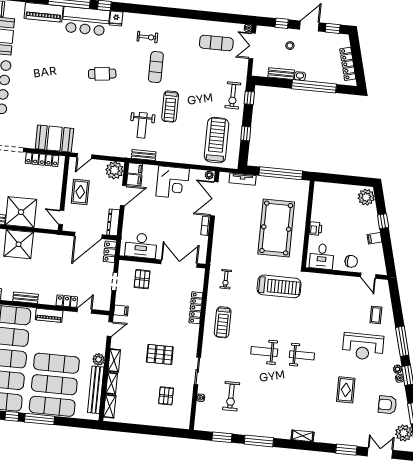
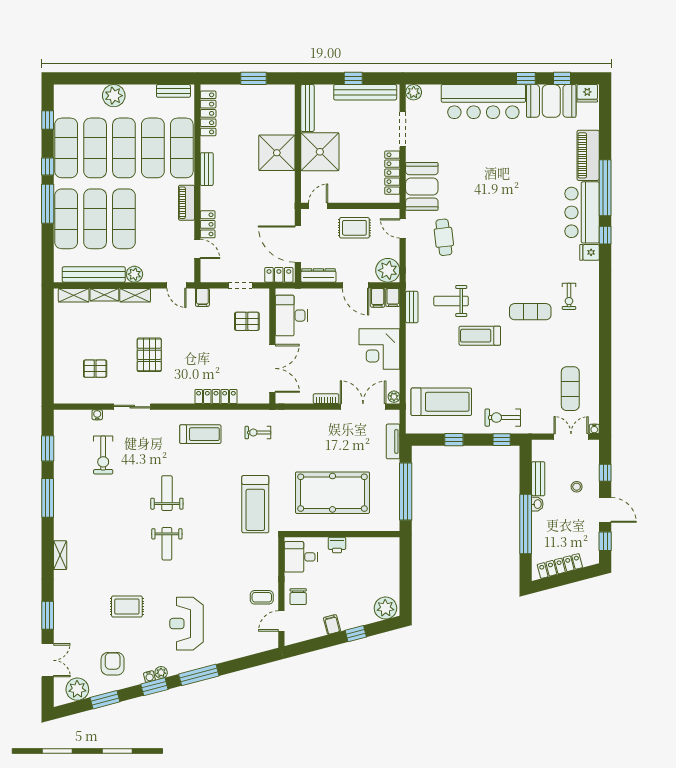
cafe table: (102, 74) -> (444, 237), moved
coffee table: (376, 315) -> (262, 597), moved
treadmill: (223, 322) -> (200, 434), turned 180
exercise bike: (231, 396) -> (103, 455), turned -90

